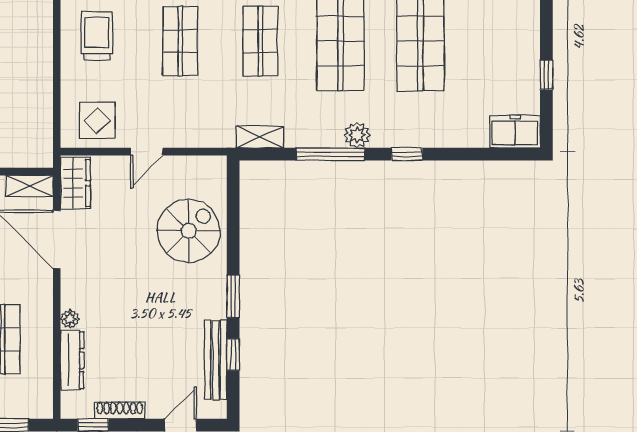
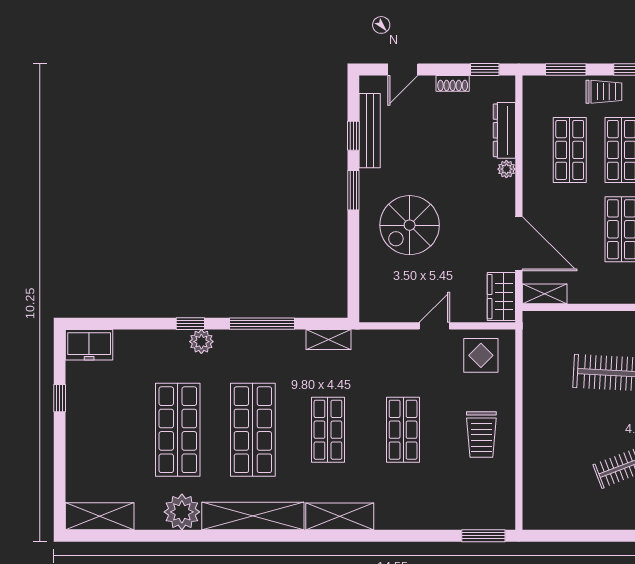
plant: (357, 135) -> (201, 342), moved
spiral stairs: (189, 231) -> (410, 225), moved
shoe rack: (120, 410) -> (453, 83), width x0.70

